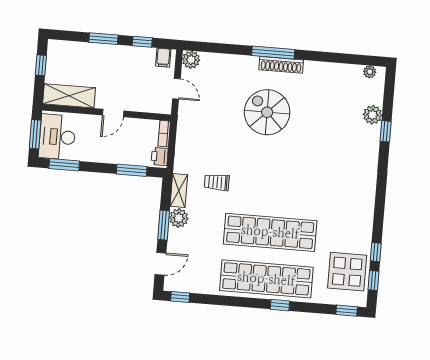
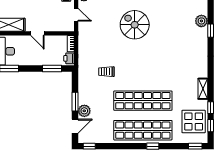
door: (113, 113) -> (37, 33), hinge flipped
shelving: (179, 190) -> (203, 89), moved
plant: (179, 218) -> (84, 111), moved

